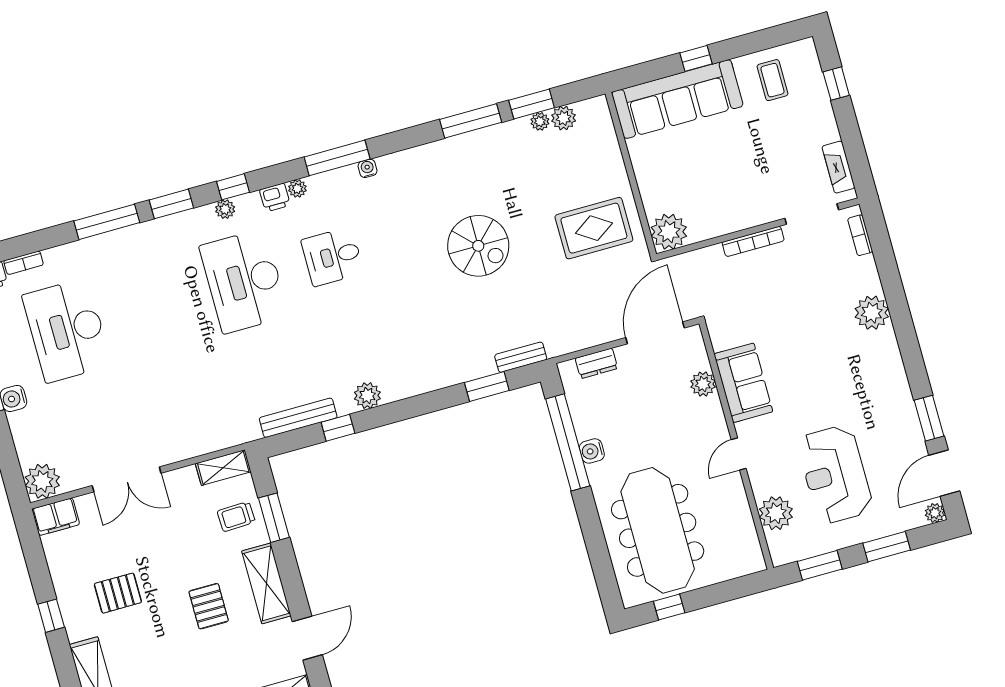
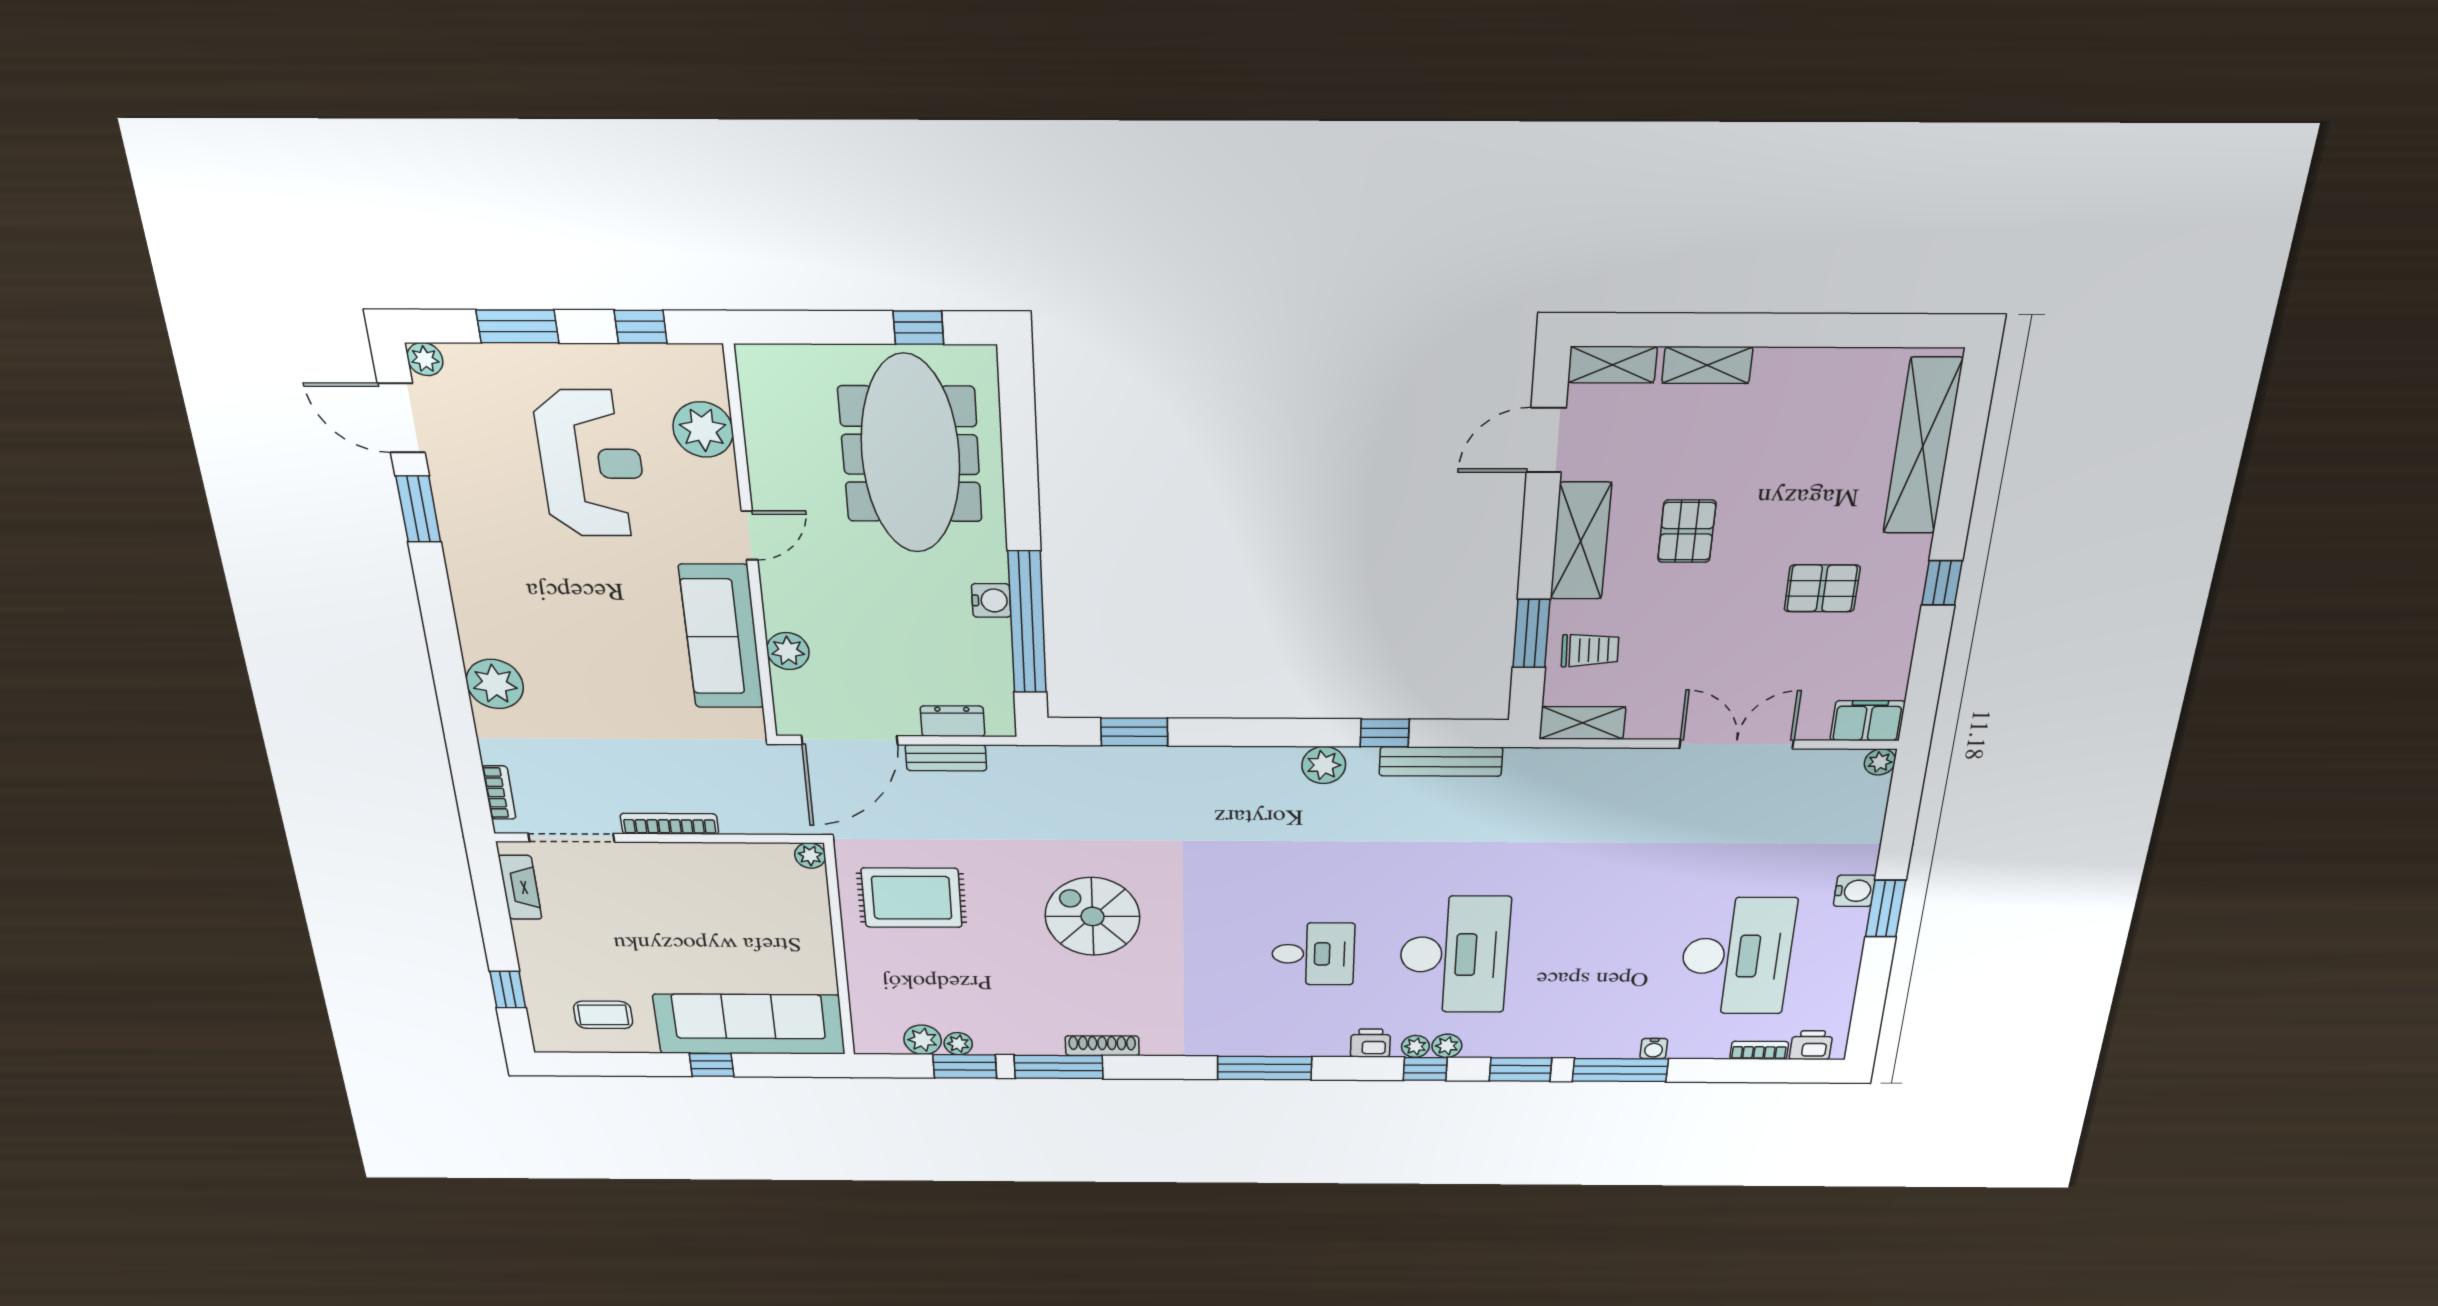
coffee table: (772, 80) -> (603, 1015), turned 90
shoe rack: (447, 146) -> (1102, 1046), added
water cooler: (367, 168) -> (1654, 1049), moved
plant: (297, 189) -> (1415, 1046), moved
plant: (669, 232) -> (810, 856), width x0.53, depth x0.53
bench: (521, 357) -> (946, 758), moved
sofa: (743, 383) -> (721, 637), width x1.36
door: (944, 473) -> (401, 418), swing flipped
plant: (42, 481) -> (1880, 762), width x0.53, depth x0.53
window: (820, 565) -> (641, 327), width x0.67

